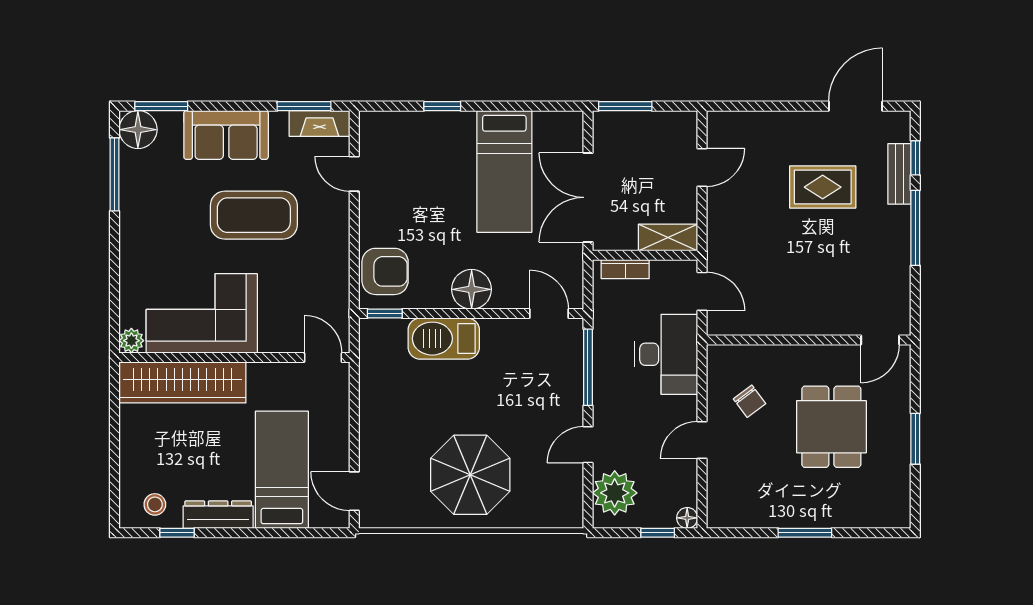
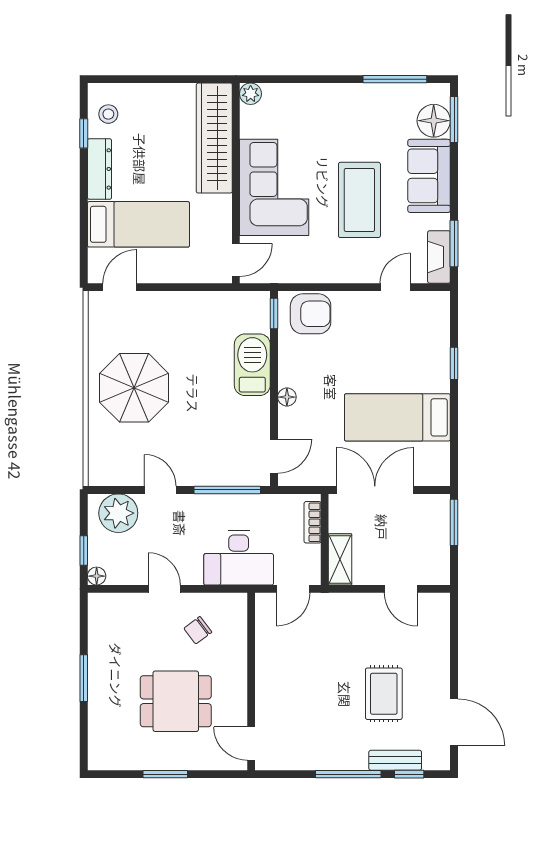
floor lamp: (138, 130) -> (434, 121), moved
armchair: (385, 271) -> (311, 314), turned -90
floor lamp: (472, 289) -> (287, 397), width x0.53, depth x0.53
corner sofa: (202, 313) -> (274, 187), moved

